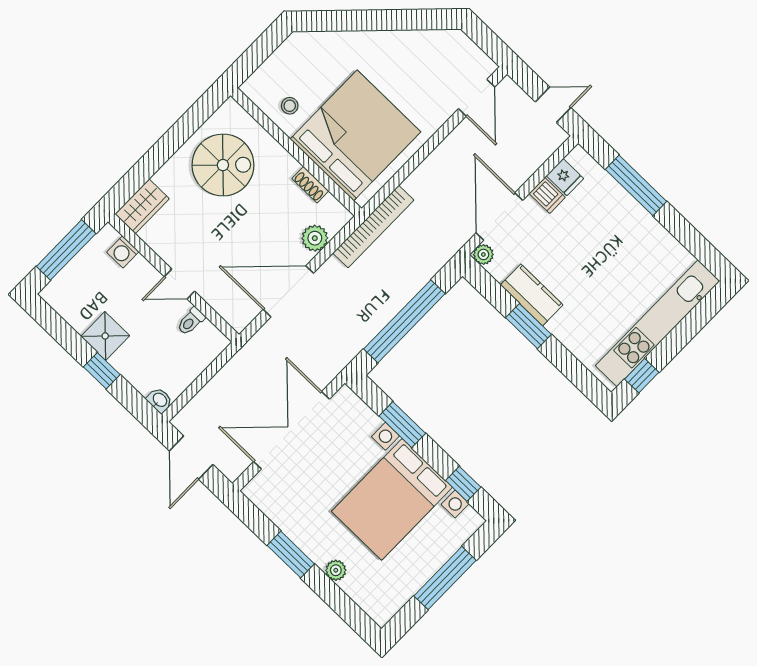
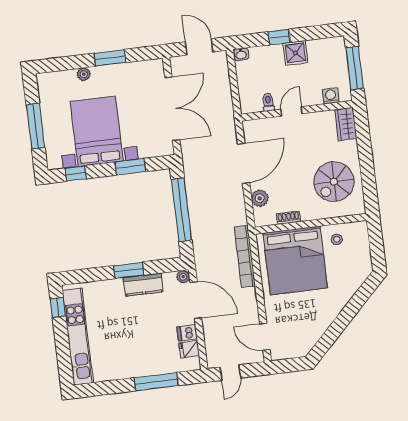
bookcase: (373, 227) -> (245, 256), moved

